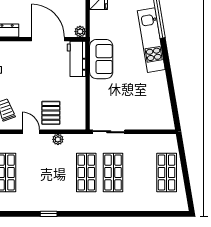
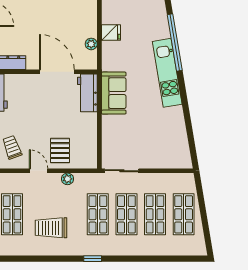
plant: (80, 32) -> (91, 44), moved
shop shelf: (140, 173) -> (155, 214), added
trolley: (42, 185) -> (51, 228), added
window: (49, 214) -> (93, 259), moved

